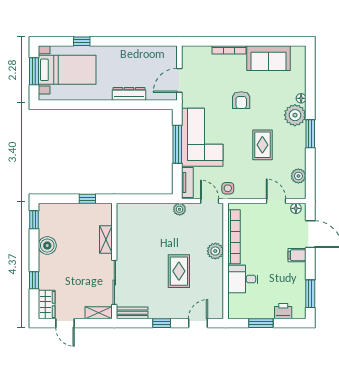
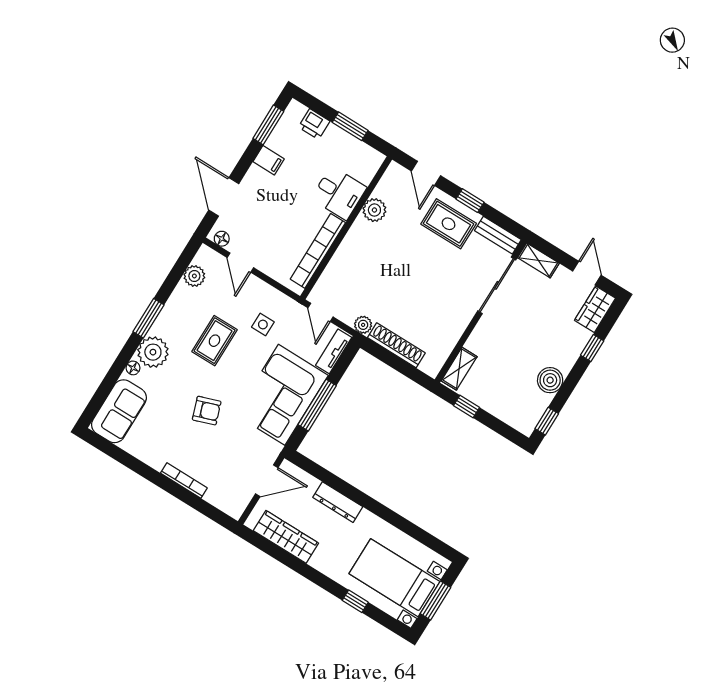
wardrobe: (147, 54) -> (286, 537), added
sofa: (269, 58) -> (119, 411), moved, turned 90
armchair: (241, 100) -> (207, 411), turned 71
side table: (228, 188) -> (263, 325), moved
shoe rack: (152, 209) -> (396, 345), added
shelving: (106, 240) -> (459, 369), moved
plant: (215, 251) -> (374, 210), moved
filing cabinet: (297, 255) -> (269, 160), moved
rug: (179, 271) -> (449, 224), moved, turned 90
door: (198, 323) -> (426, 173), hinge flipped

